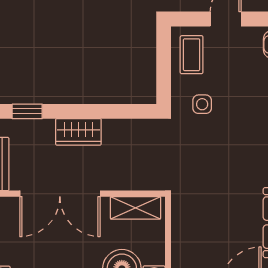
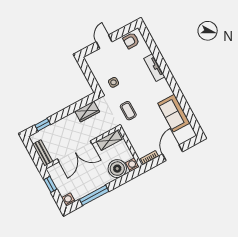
coffee table: (192, 55) -> (128, 111), moved
wardrobe: (78, 132) -> (87, 112), moved

